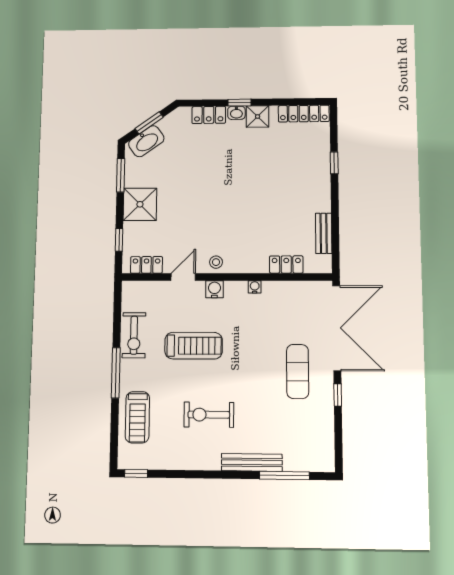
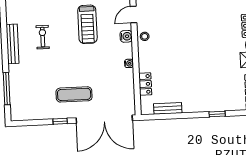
door: (183, 277) -> (133, 15), swing flipped
exercise bike: (209, 415) -> (43, 37), width x0.73, depth x0.72
bench: (252, 462) -> (12, 44), moved

